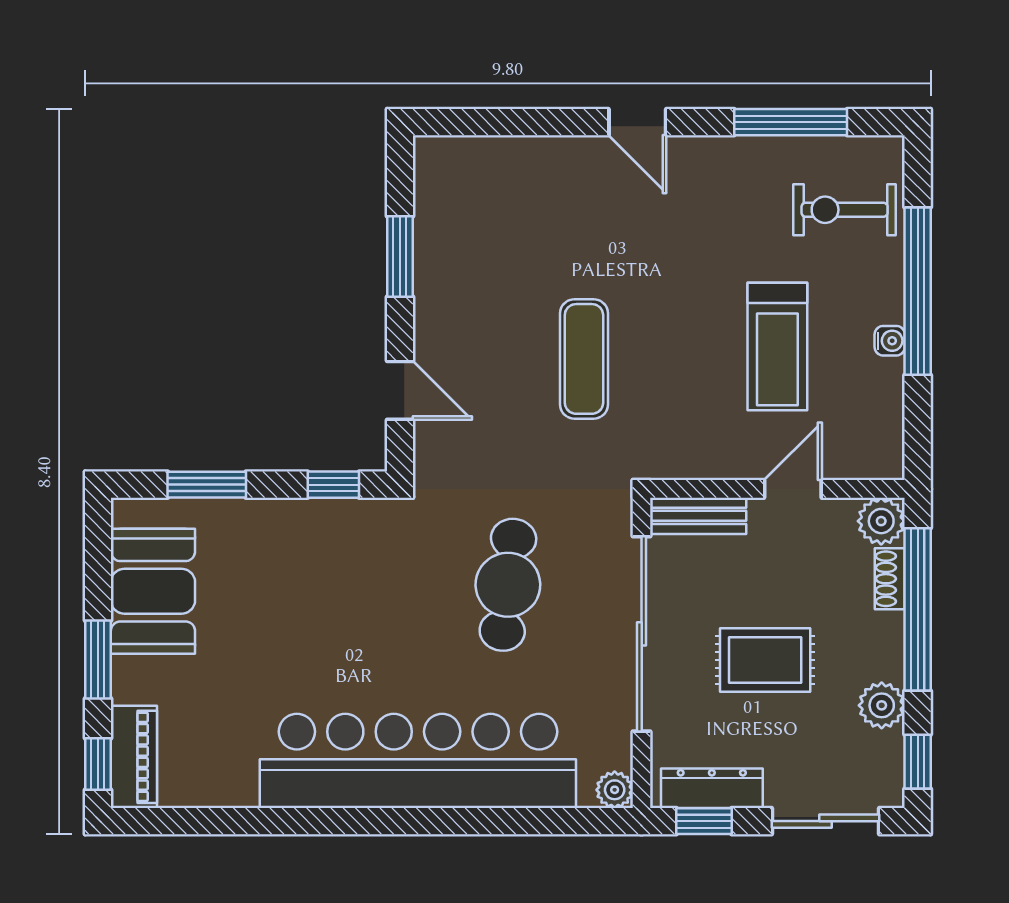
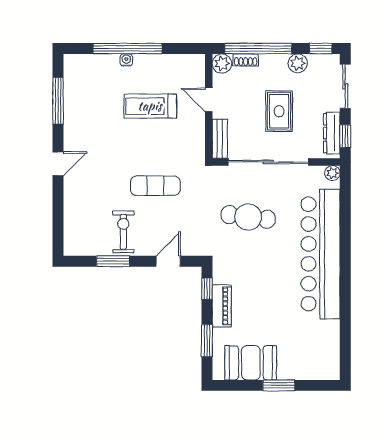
exercise bike: (845, 210) -> (123, 232), moved, turned 180
water cooler: (890, 341) -> (126, 60), moved
treadmill: (777, 346) -> (150, 106), turned 180
piano: (134, 757) -> (222, 306), moved, turned 90
window: (98, 764) -> (322, 385), removed

